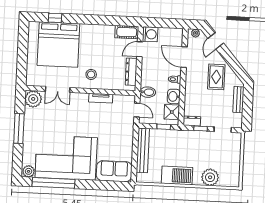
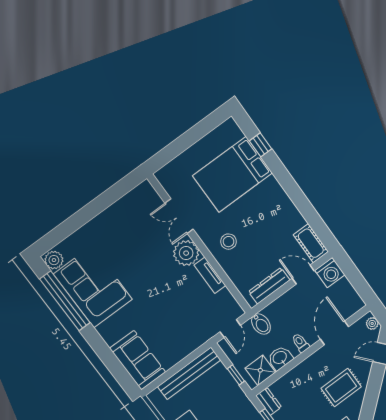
bed: (58, 45) -> (233, 174), width x0.73
plant: (33, 99) -> (186, 253), moved
window: (19, 129) -> (95, 207), removed
corner sofa: (66, 158) -> (93, 287), width x0.73, depth x0.74

